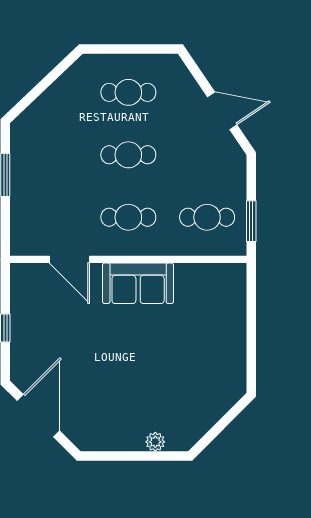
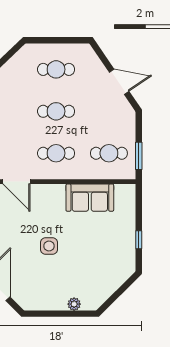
sofa: (138, 283) -> (90, 198), moved
window: (251, 346) -> (139, 240), added
side table: (118, 355) -> (49, 246), added

